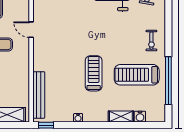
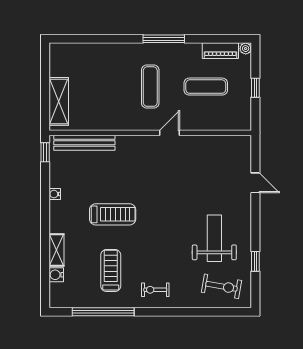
treadmill: (137, 75) -> (111, 271), width x0.73, depth x0.73

